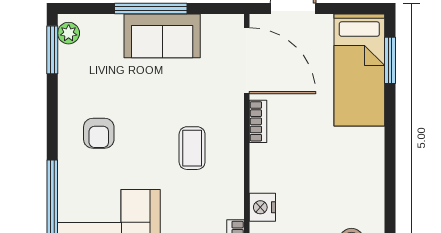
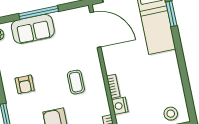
sofa: (162, 36) -> (33, 29), moved
bookcase: (258, 121) -> (113, 86), moved

